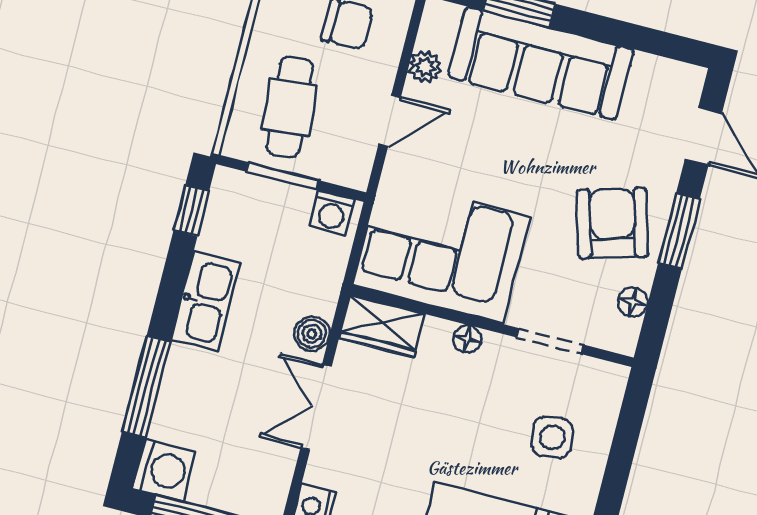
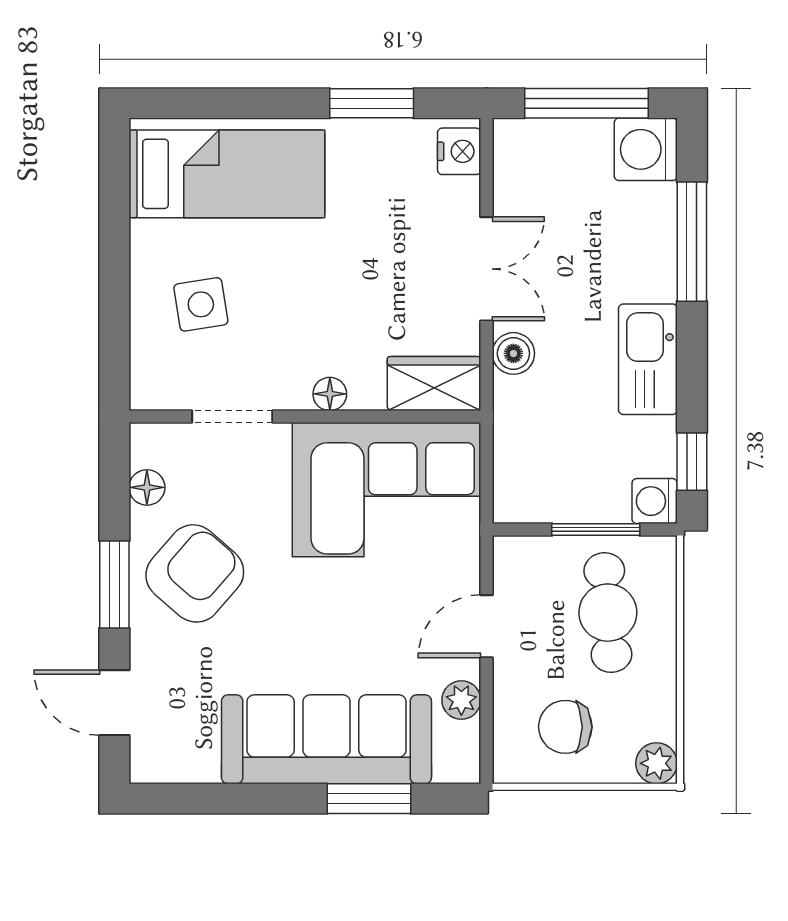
washing machine: (332, 213) -> (655, 501), moved, turned -90
armchair: (612, 223) -> (195, 573), turned -123

